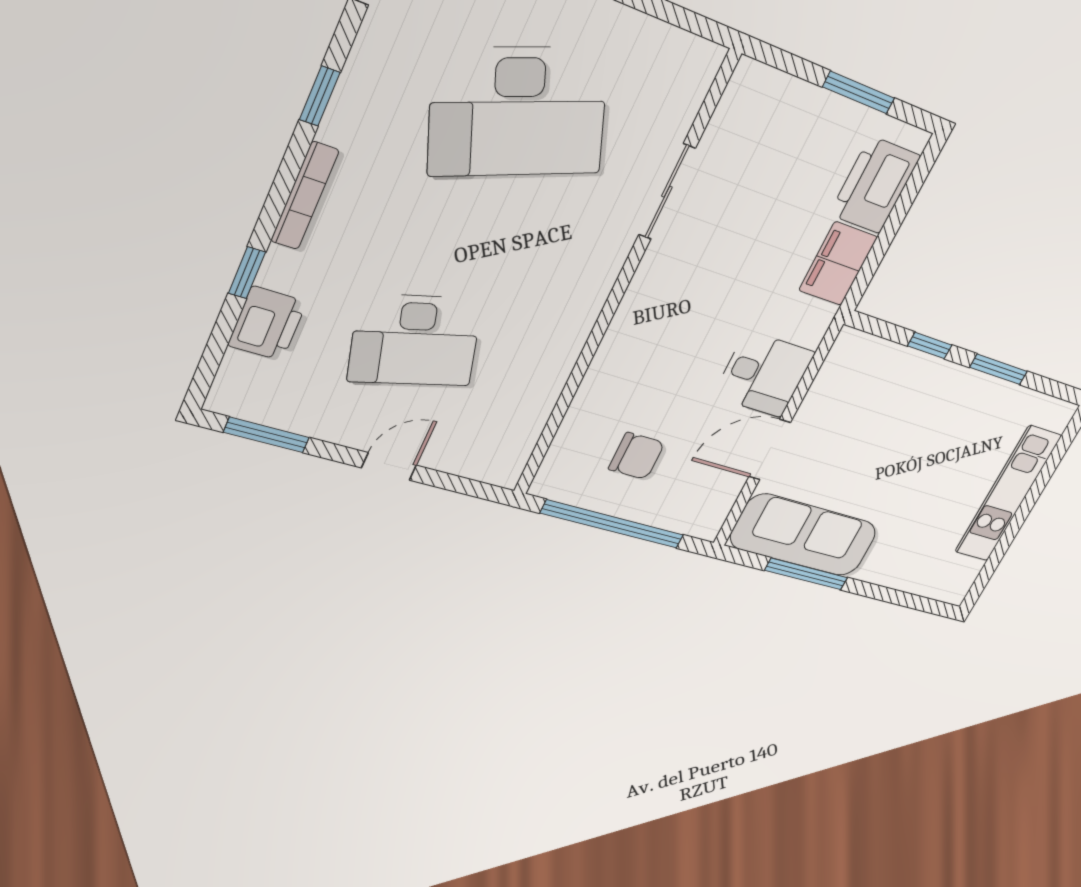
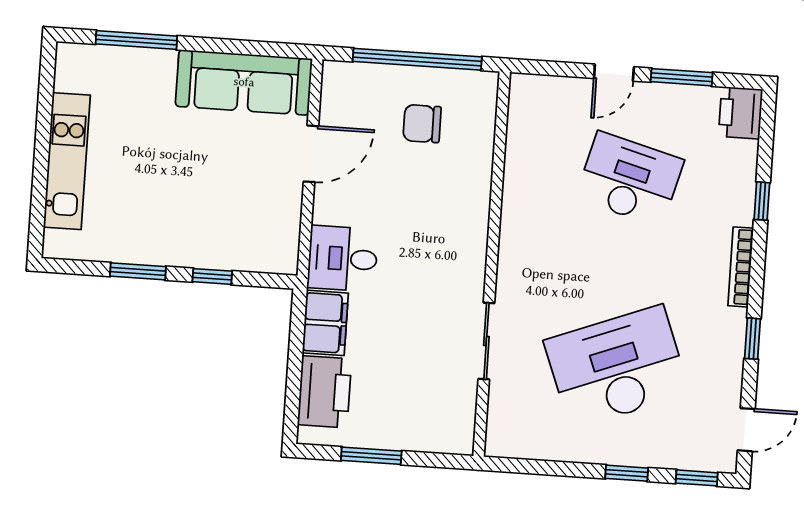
printer: (267, 324) -> (741, 113), moved
desk: (415, 340) -> (630, 179), turned 30
desk: (764, 374) -> (343, 259), moved
window: (267, 435) -> (682, 77), moved
window: (806, 574) -> (136, 40), moved

